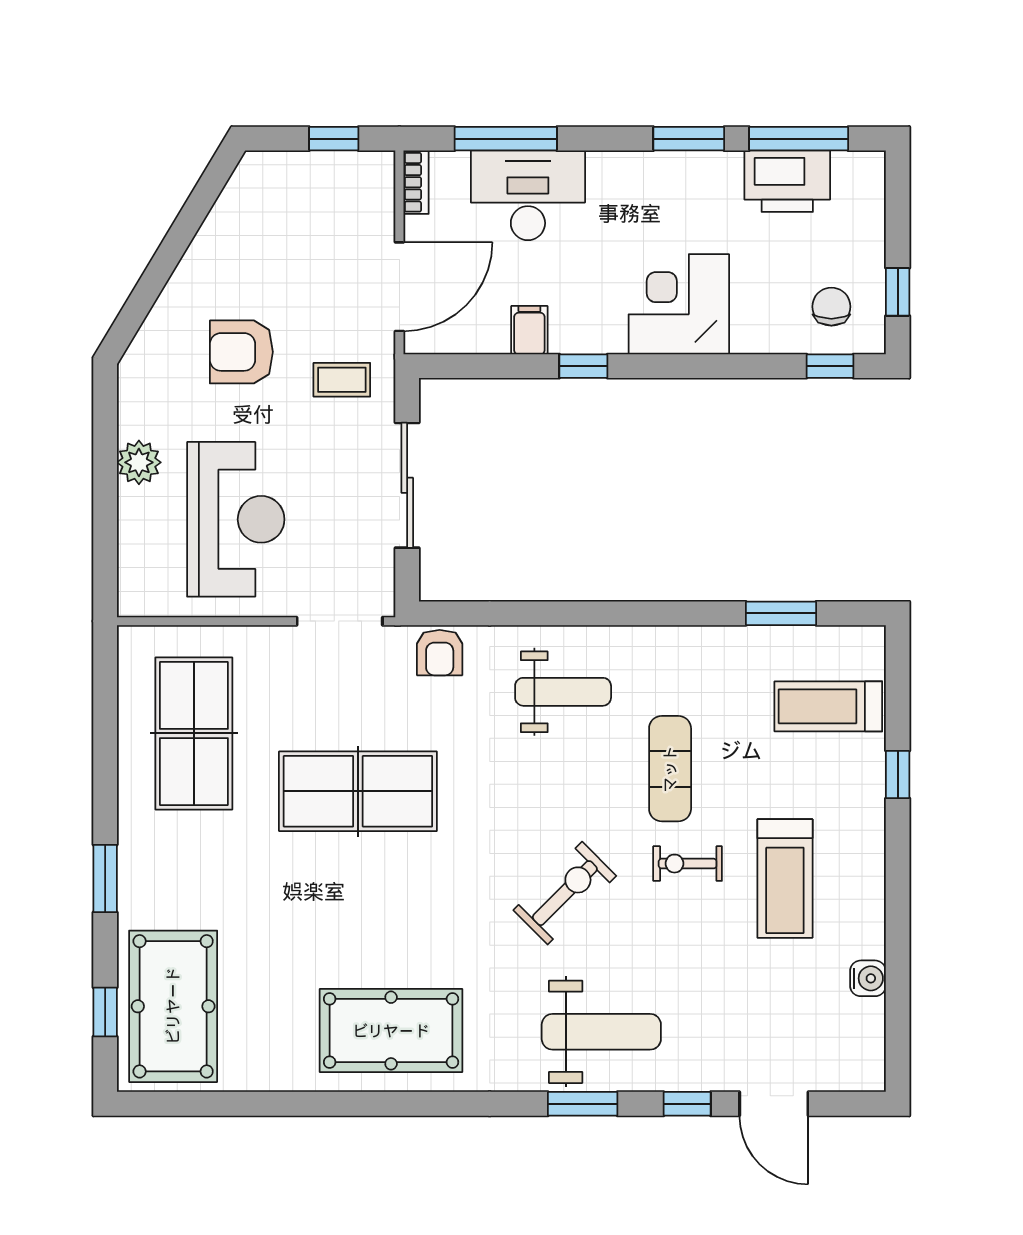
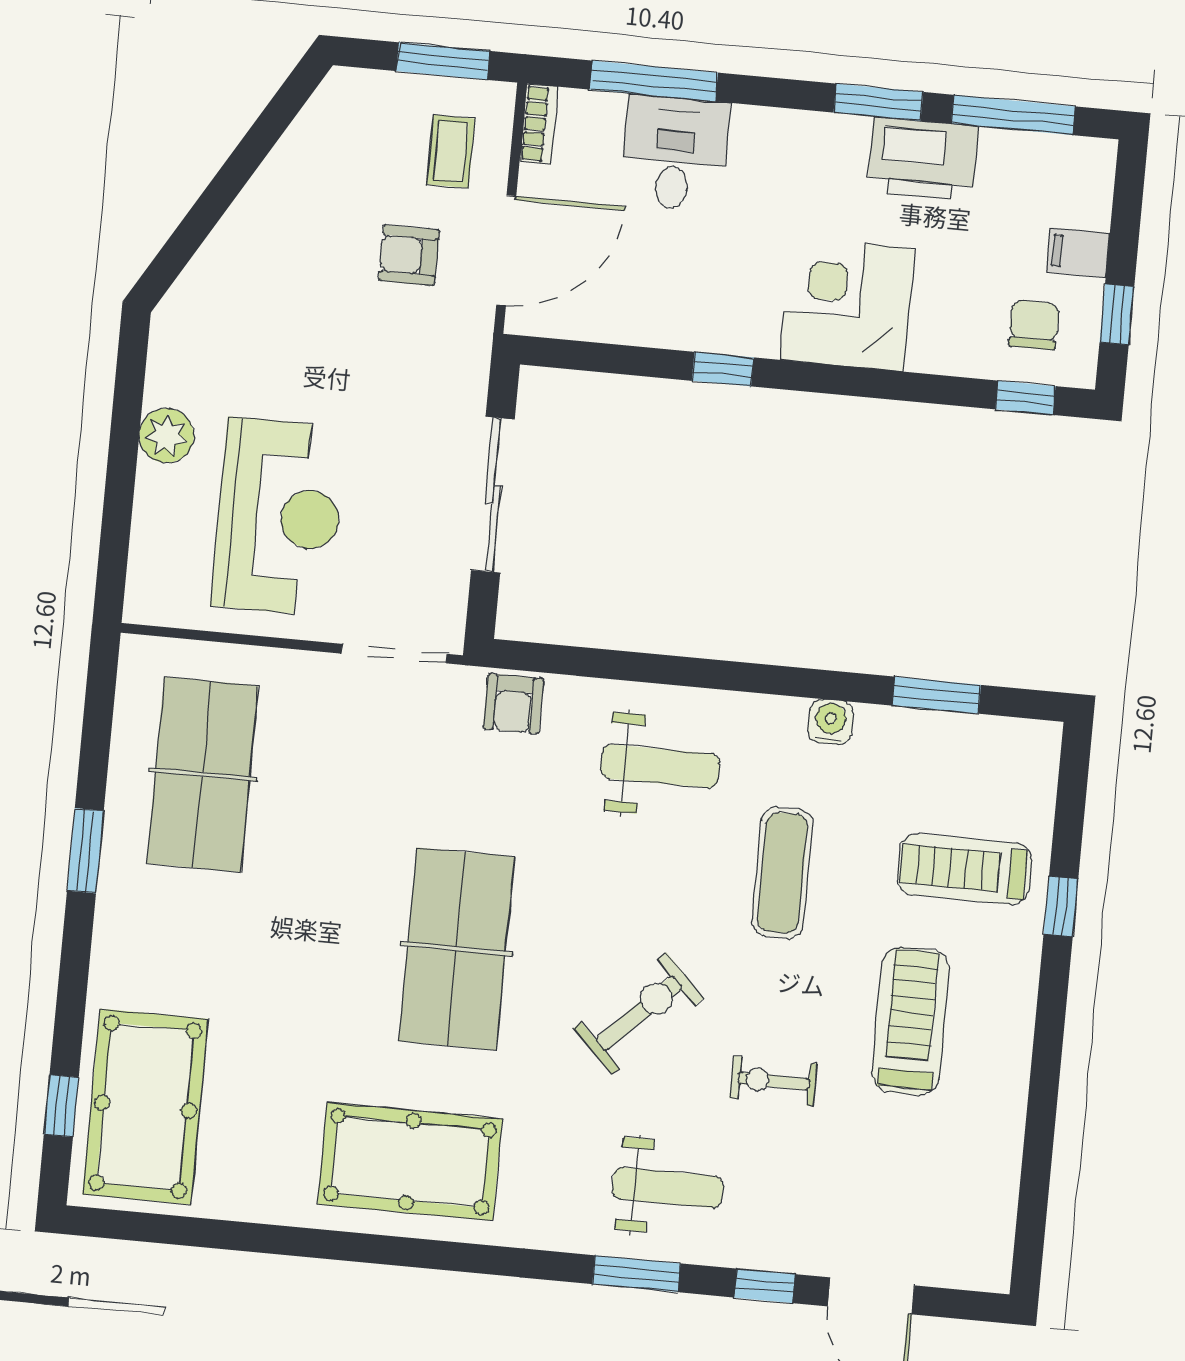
window: (334, 139) -> (443, 61), width x1.50
printer: (787, 181) -> (923, 159), moved
desk: (528, 195) -> (675, 153), width x0.73
filing cabinet: (529, 330) -> (1078, 252), moved, turned -90
armchair: (241, 352) -> (409, 255), moved, width x0.72, depth x0.72
coffee table: (342, 380) -> (451, 151), moved, turned 90
treadmill: (828, 706) -> (965, 869), moved
table tennis table: (358, 791) -> (456, 949), moved, turned 90
exercise bike: (688, 864) -> (774, 1081), moved
window: (105, 878) -> (85, 851), moved
treadmill: (785, 879) -> (911, 1021), turned 180
water cooler: (868, 978) -> (831, 722), moved, turned -90
weight bench: (601, 1032) -> (668, 1188), width x0.73, depth x0.75

